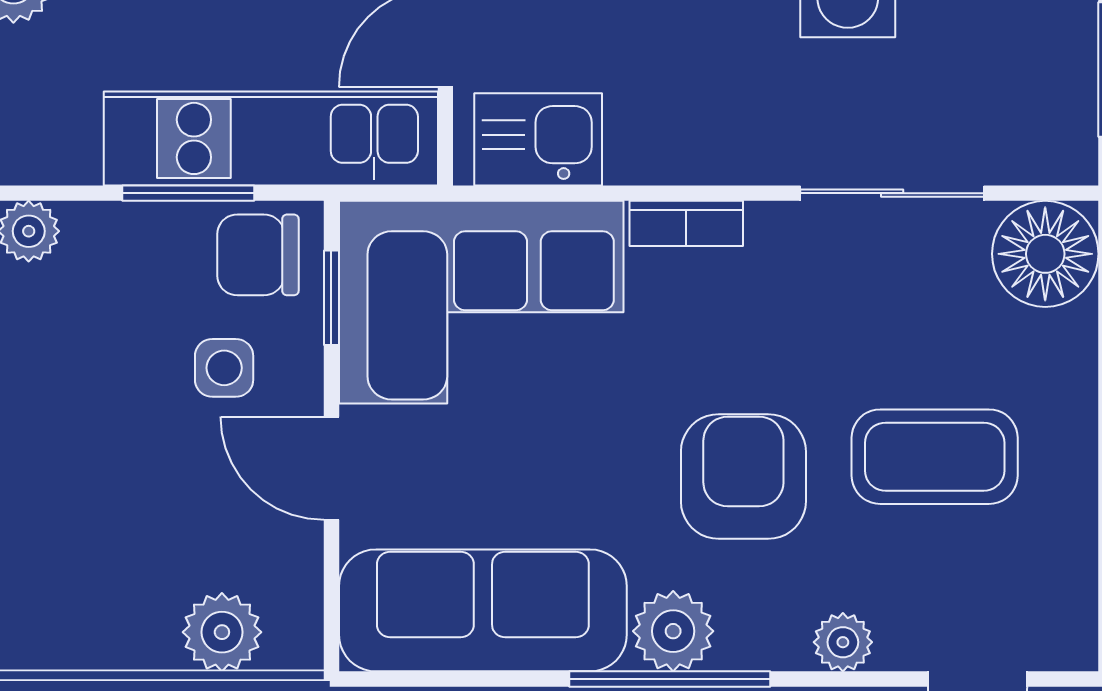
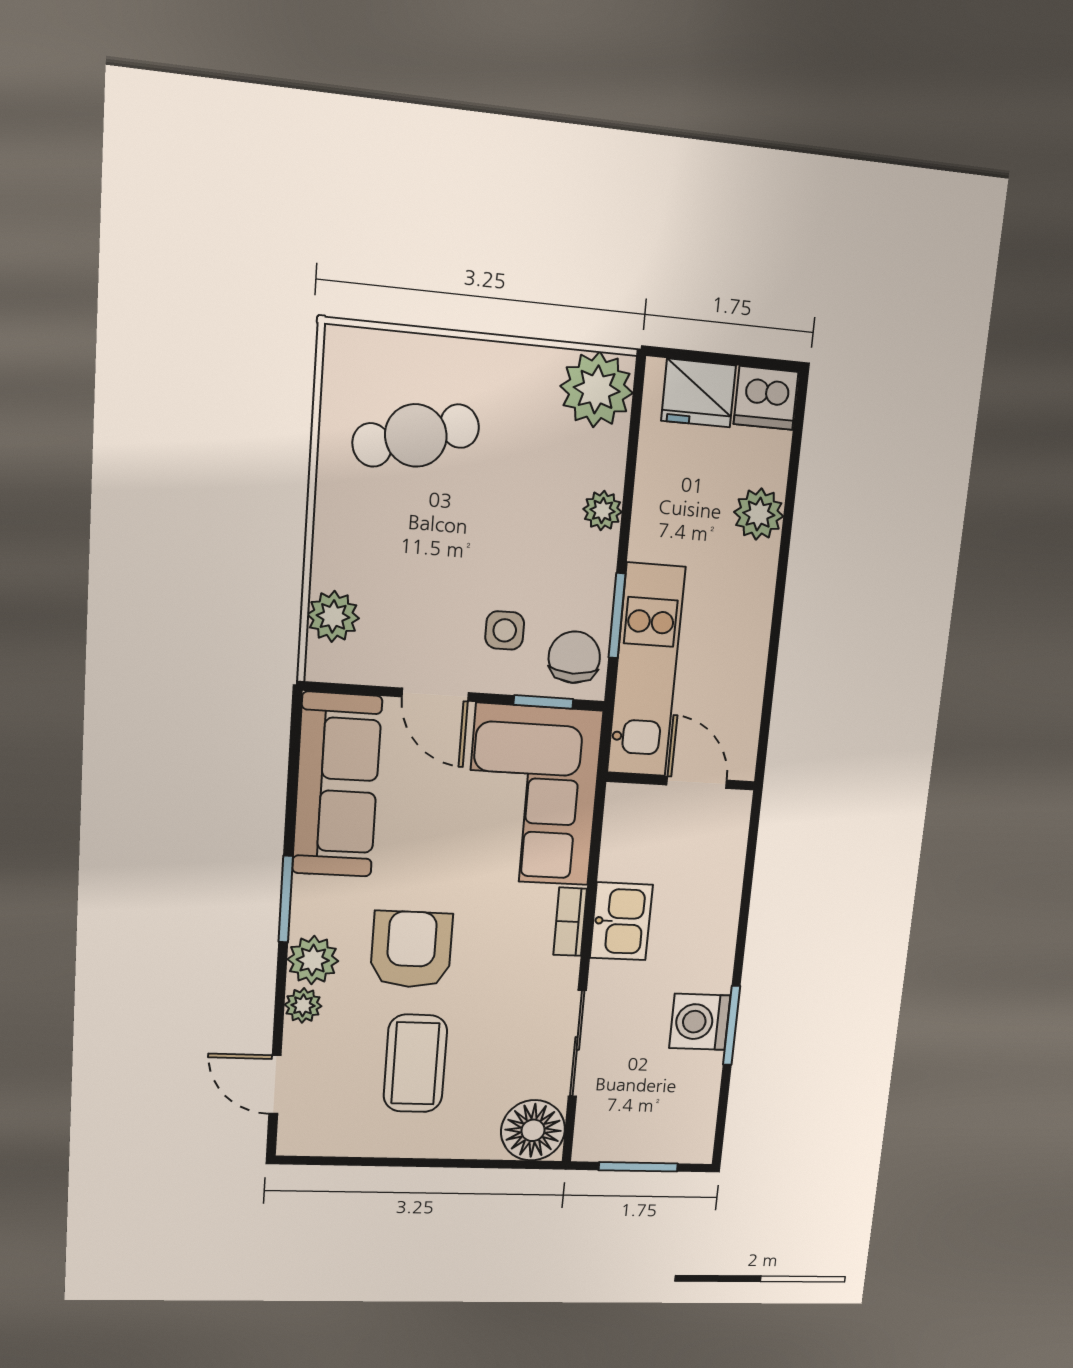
kitchen sink: (538, 139) -> (621, 921), moved
door: (331, 468) -> (435, 695), swing flipped
armchair: (743, 476) -> (411, 949), turned -90
plant: (673, 631) -> (313, 960), moved
window: (670, 679) -> (286, 899), width x0.69

